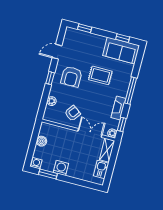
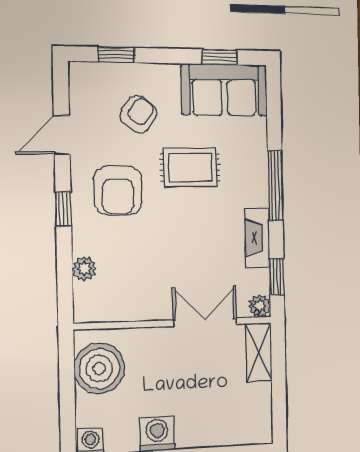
armchair: (73, 113) -> (138, 114), moved
boiler: (42, 141) -> (99, 368), width x1.86, depth x1.86
kitchen sink: (101, 169) -> (258, 405), removed

